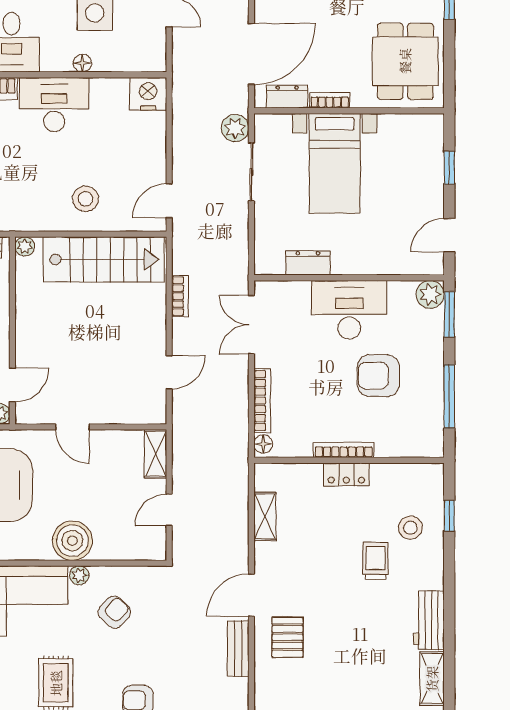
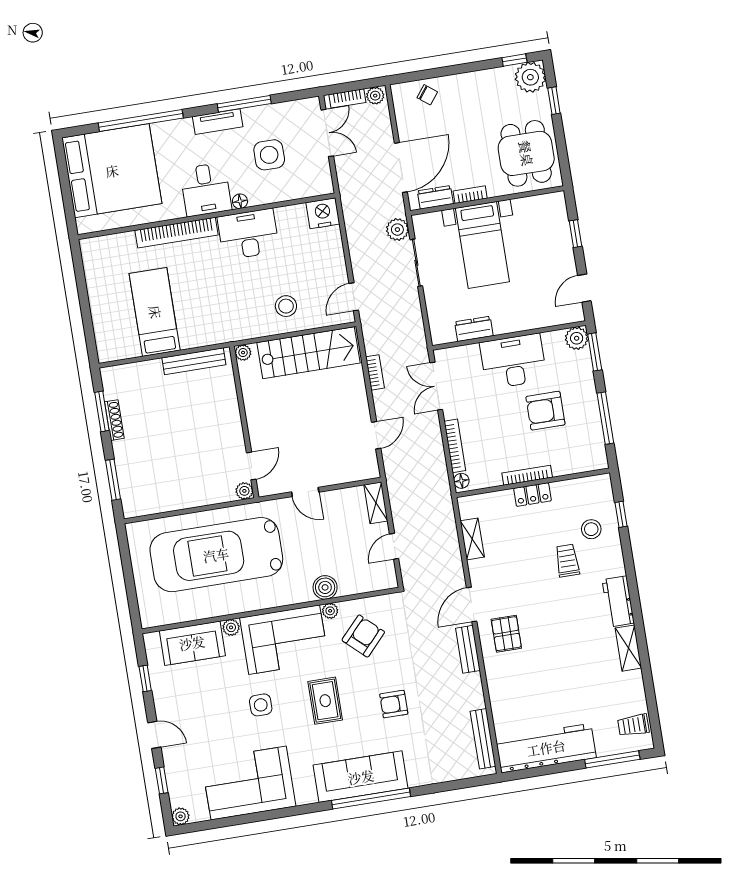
floor lamp: (82, 63) -> (240, 201), moved
boiler: (72, 541) -> (325, 587), width x0.73, depth x0.73
armchair: (114, 612) -> (363, 636), width x1.38, depth x1.38

